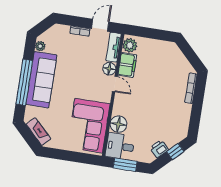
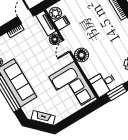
filing cabinet: (127, 65) -> (62, 23), width x0.50
door: (115, 84) -> (67, 46), swing flipped
floor lamp: (118, 124) -> (82, 55), moved

